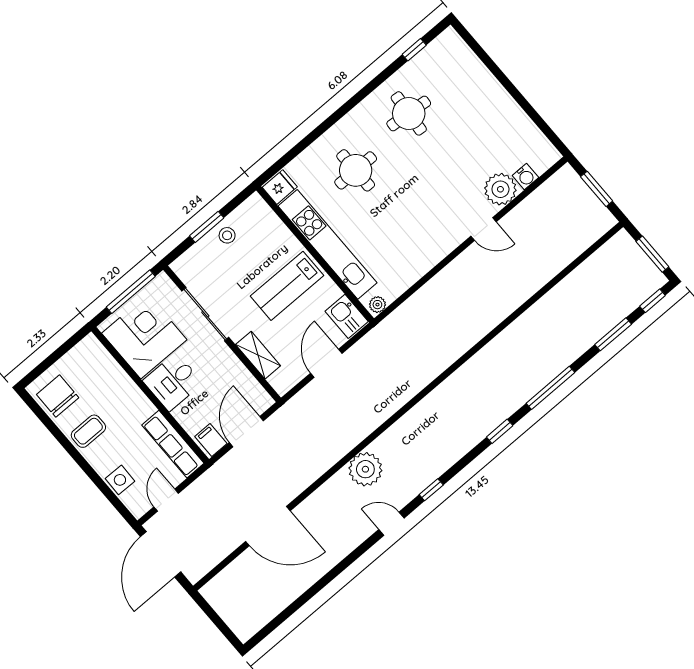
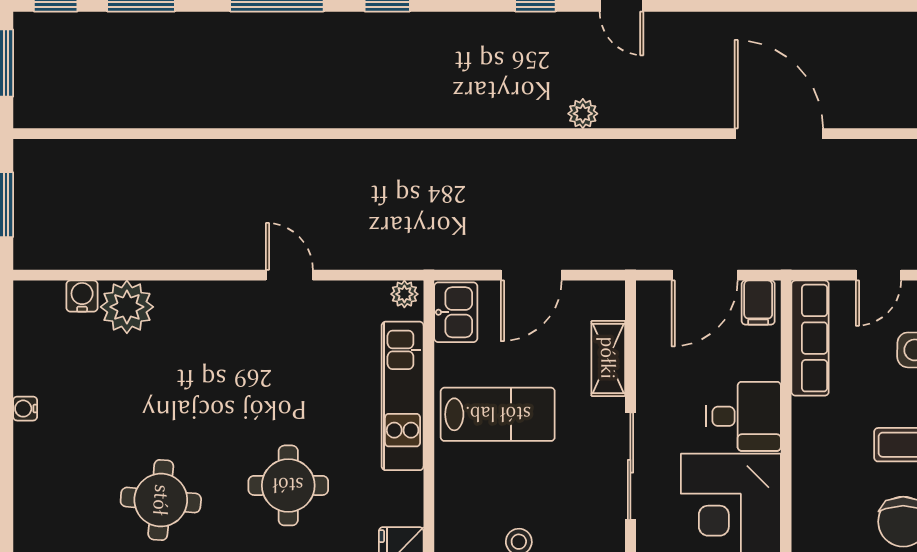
water cooler: (507, 102) -> (25, 409), added
door: (484, 229) -> (289, 275), moved
kitchen unit: (328, 244) -> (403, 396), width x0.73
plant: (365, 469) -> (583, 114), width x0.53, depth x0.53

